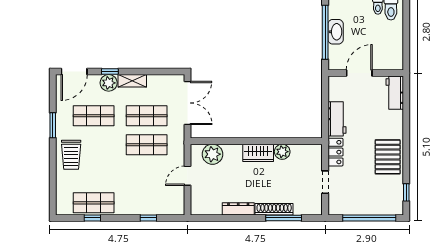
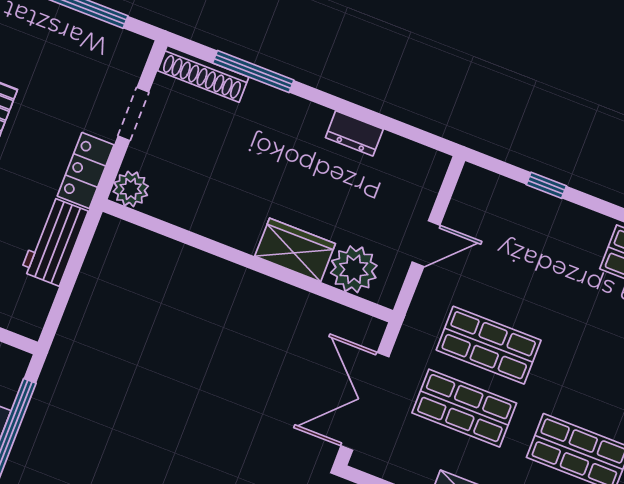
plant: (282, 152) -> (131, 189), moved
wardrobe: (258, 153) -> (295, 250), moved
dresser: (238, 209) -> (354, 133), width x0.70
shoe rack: (274, 209) -> (203, 74), moved

